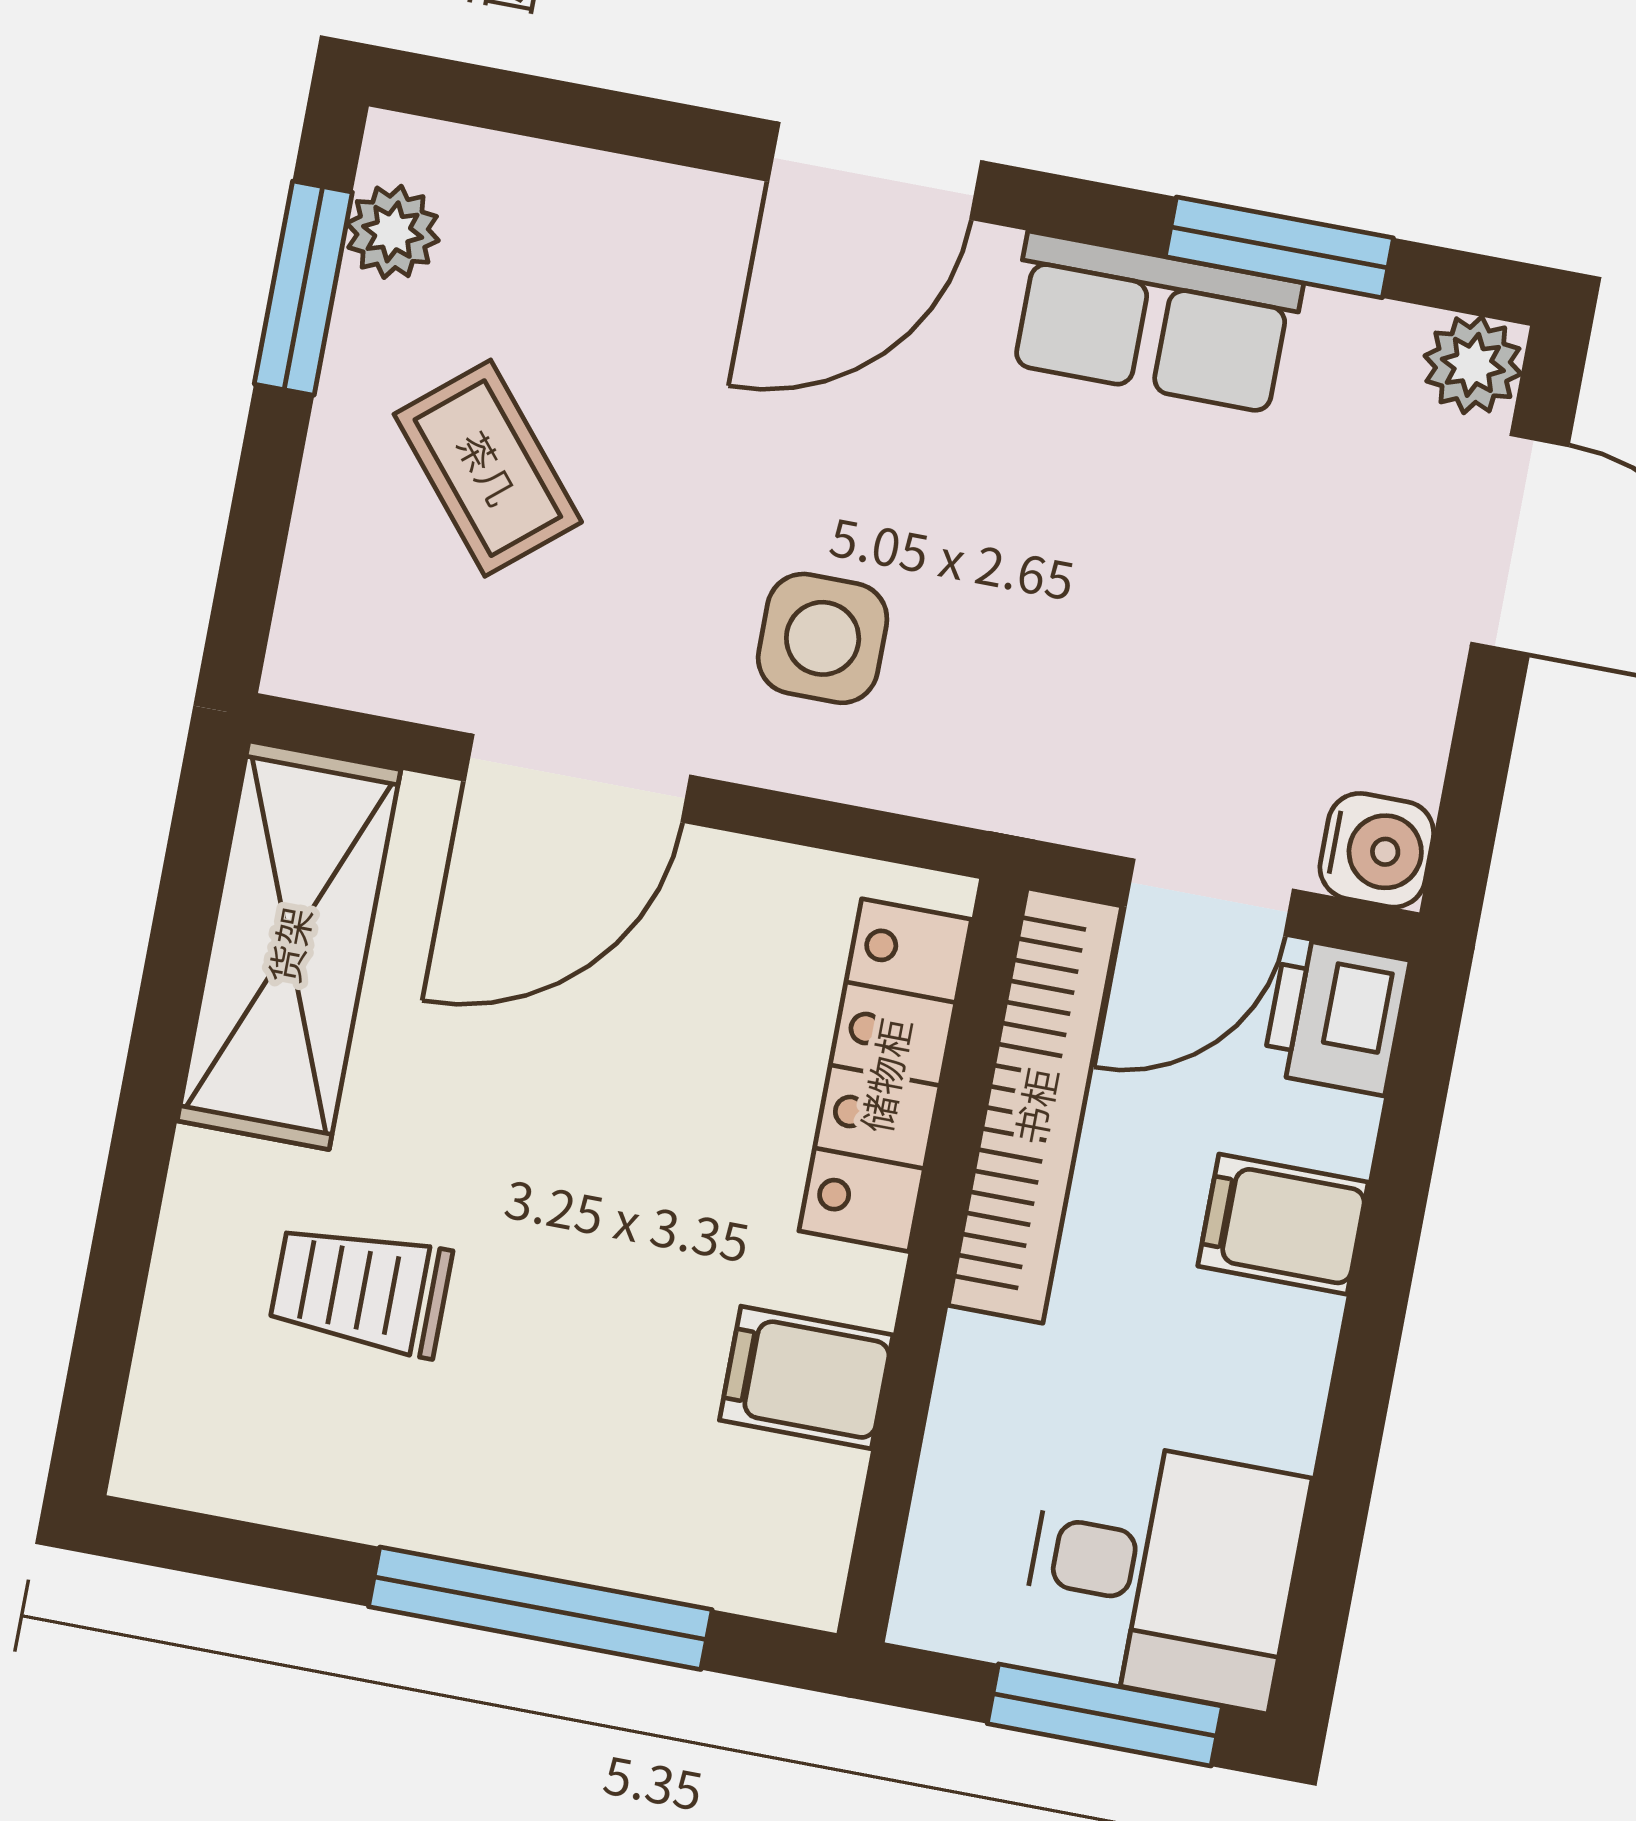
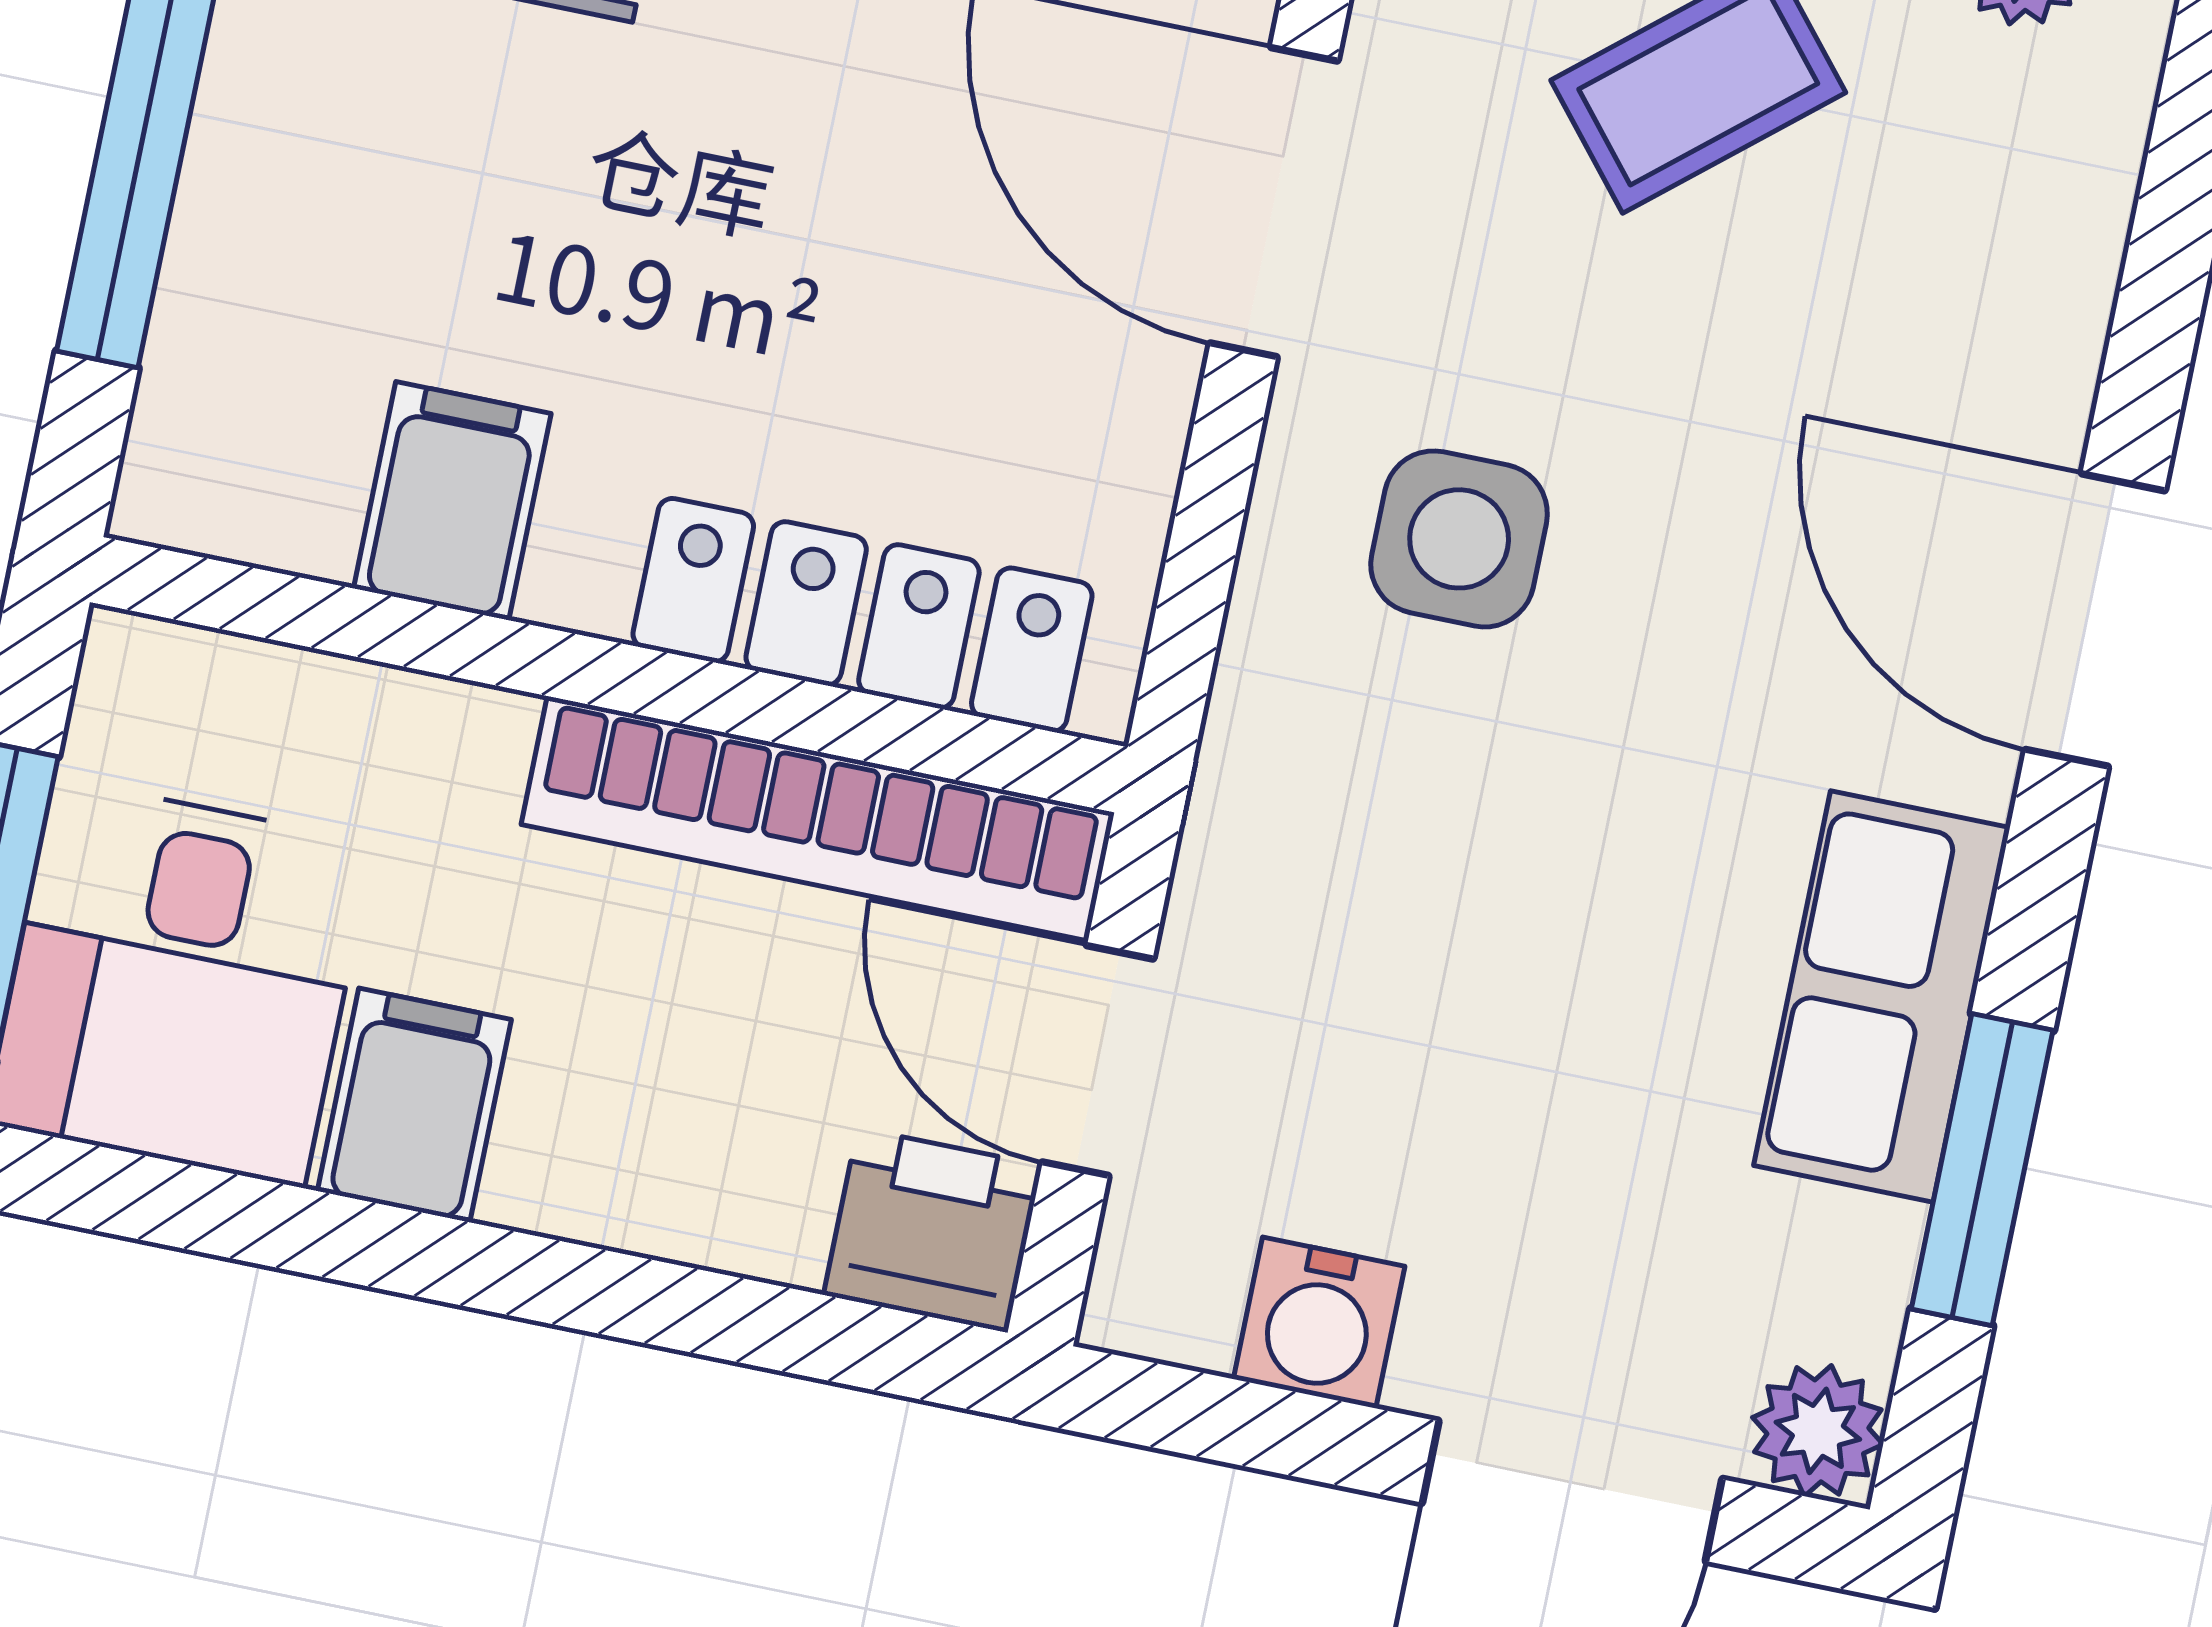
water cooler: (1377, 850) -> (1319, 1323), moved
filing cabinet: (1283, 1224) -> (414, 1105), moved

